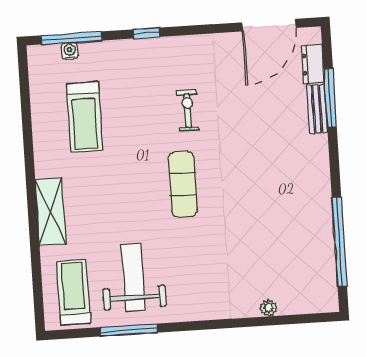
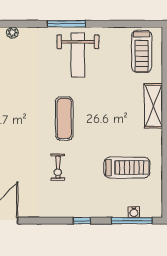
treadmill: (84, 117) -> (127, 168), turned 90
weight bench: (133, 278) -> (78, 55), moved
window: (129, 330) -> (66, 24), moved

